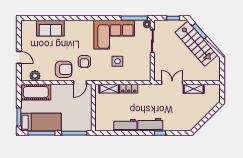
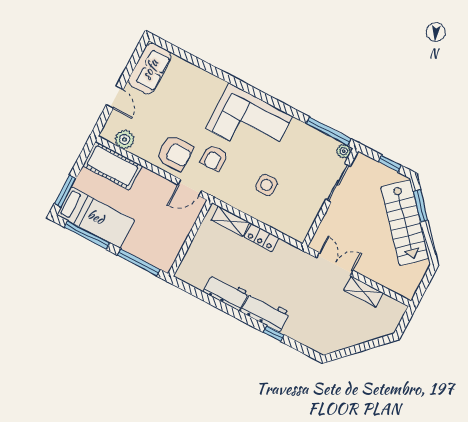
sofa: (50, 28) -> (150, 69), moved, turned -90
corner sofa: (114, 35) -> (249, 122), moved

